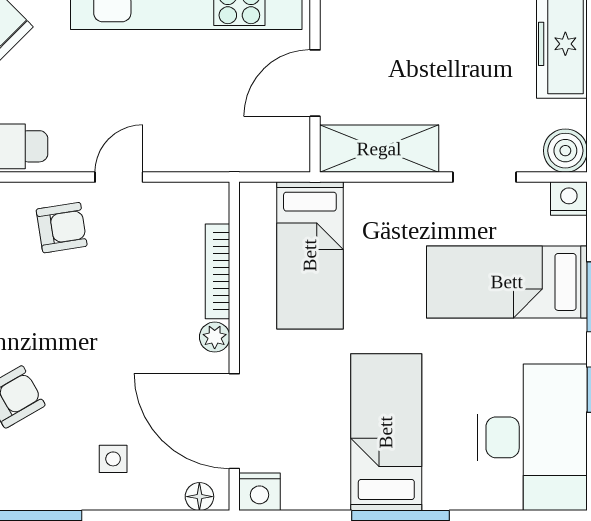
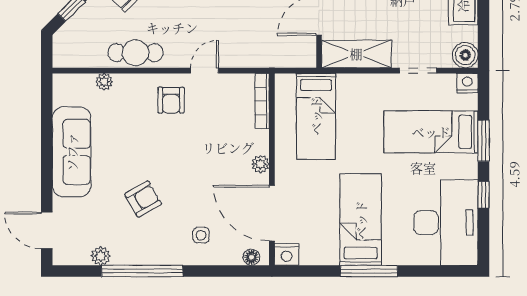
armchair: (62, 228) -> (171, 100), turned 99
bookcase: (218, 271) -> (262, 101), moved

